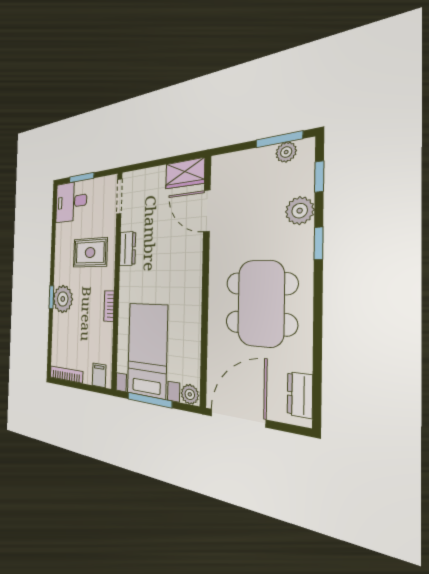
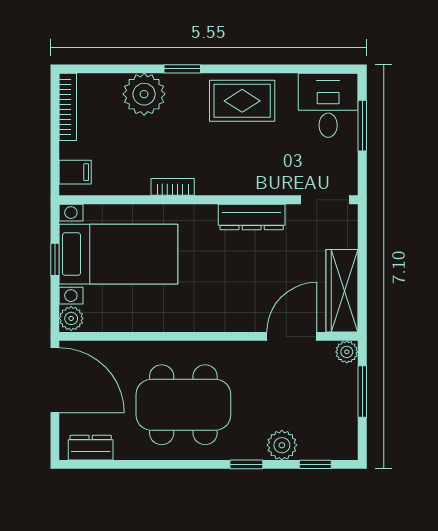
window: (279, 139) -> (362, 391), moved
plant: (286, 152) -> (347, 352), moved
wardrobe: (185, 174) -> (342, 291), width x1.50
dresser: (128, 249) -> (252, 217), width x1.44
rug: (90, 253) -> (242, 101), moved, turned 90
plant: (63, 299) -> (144, 94), moved
window: (149, 400) -> (55, 259), width x0.46

